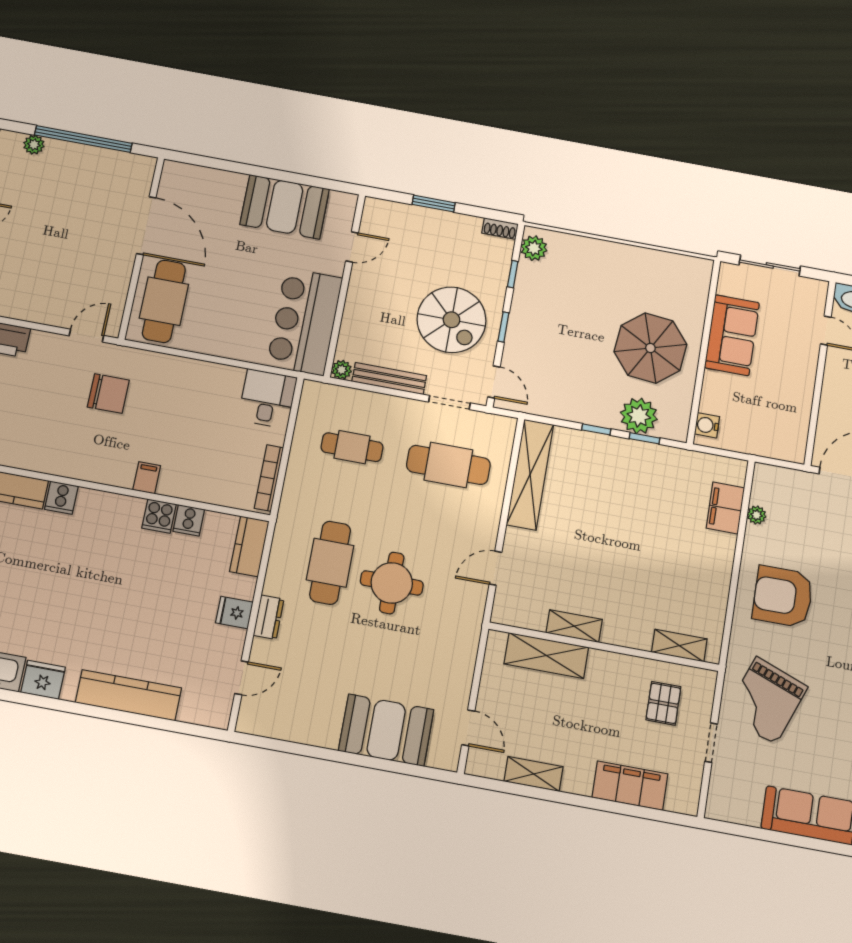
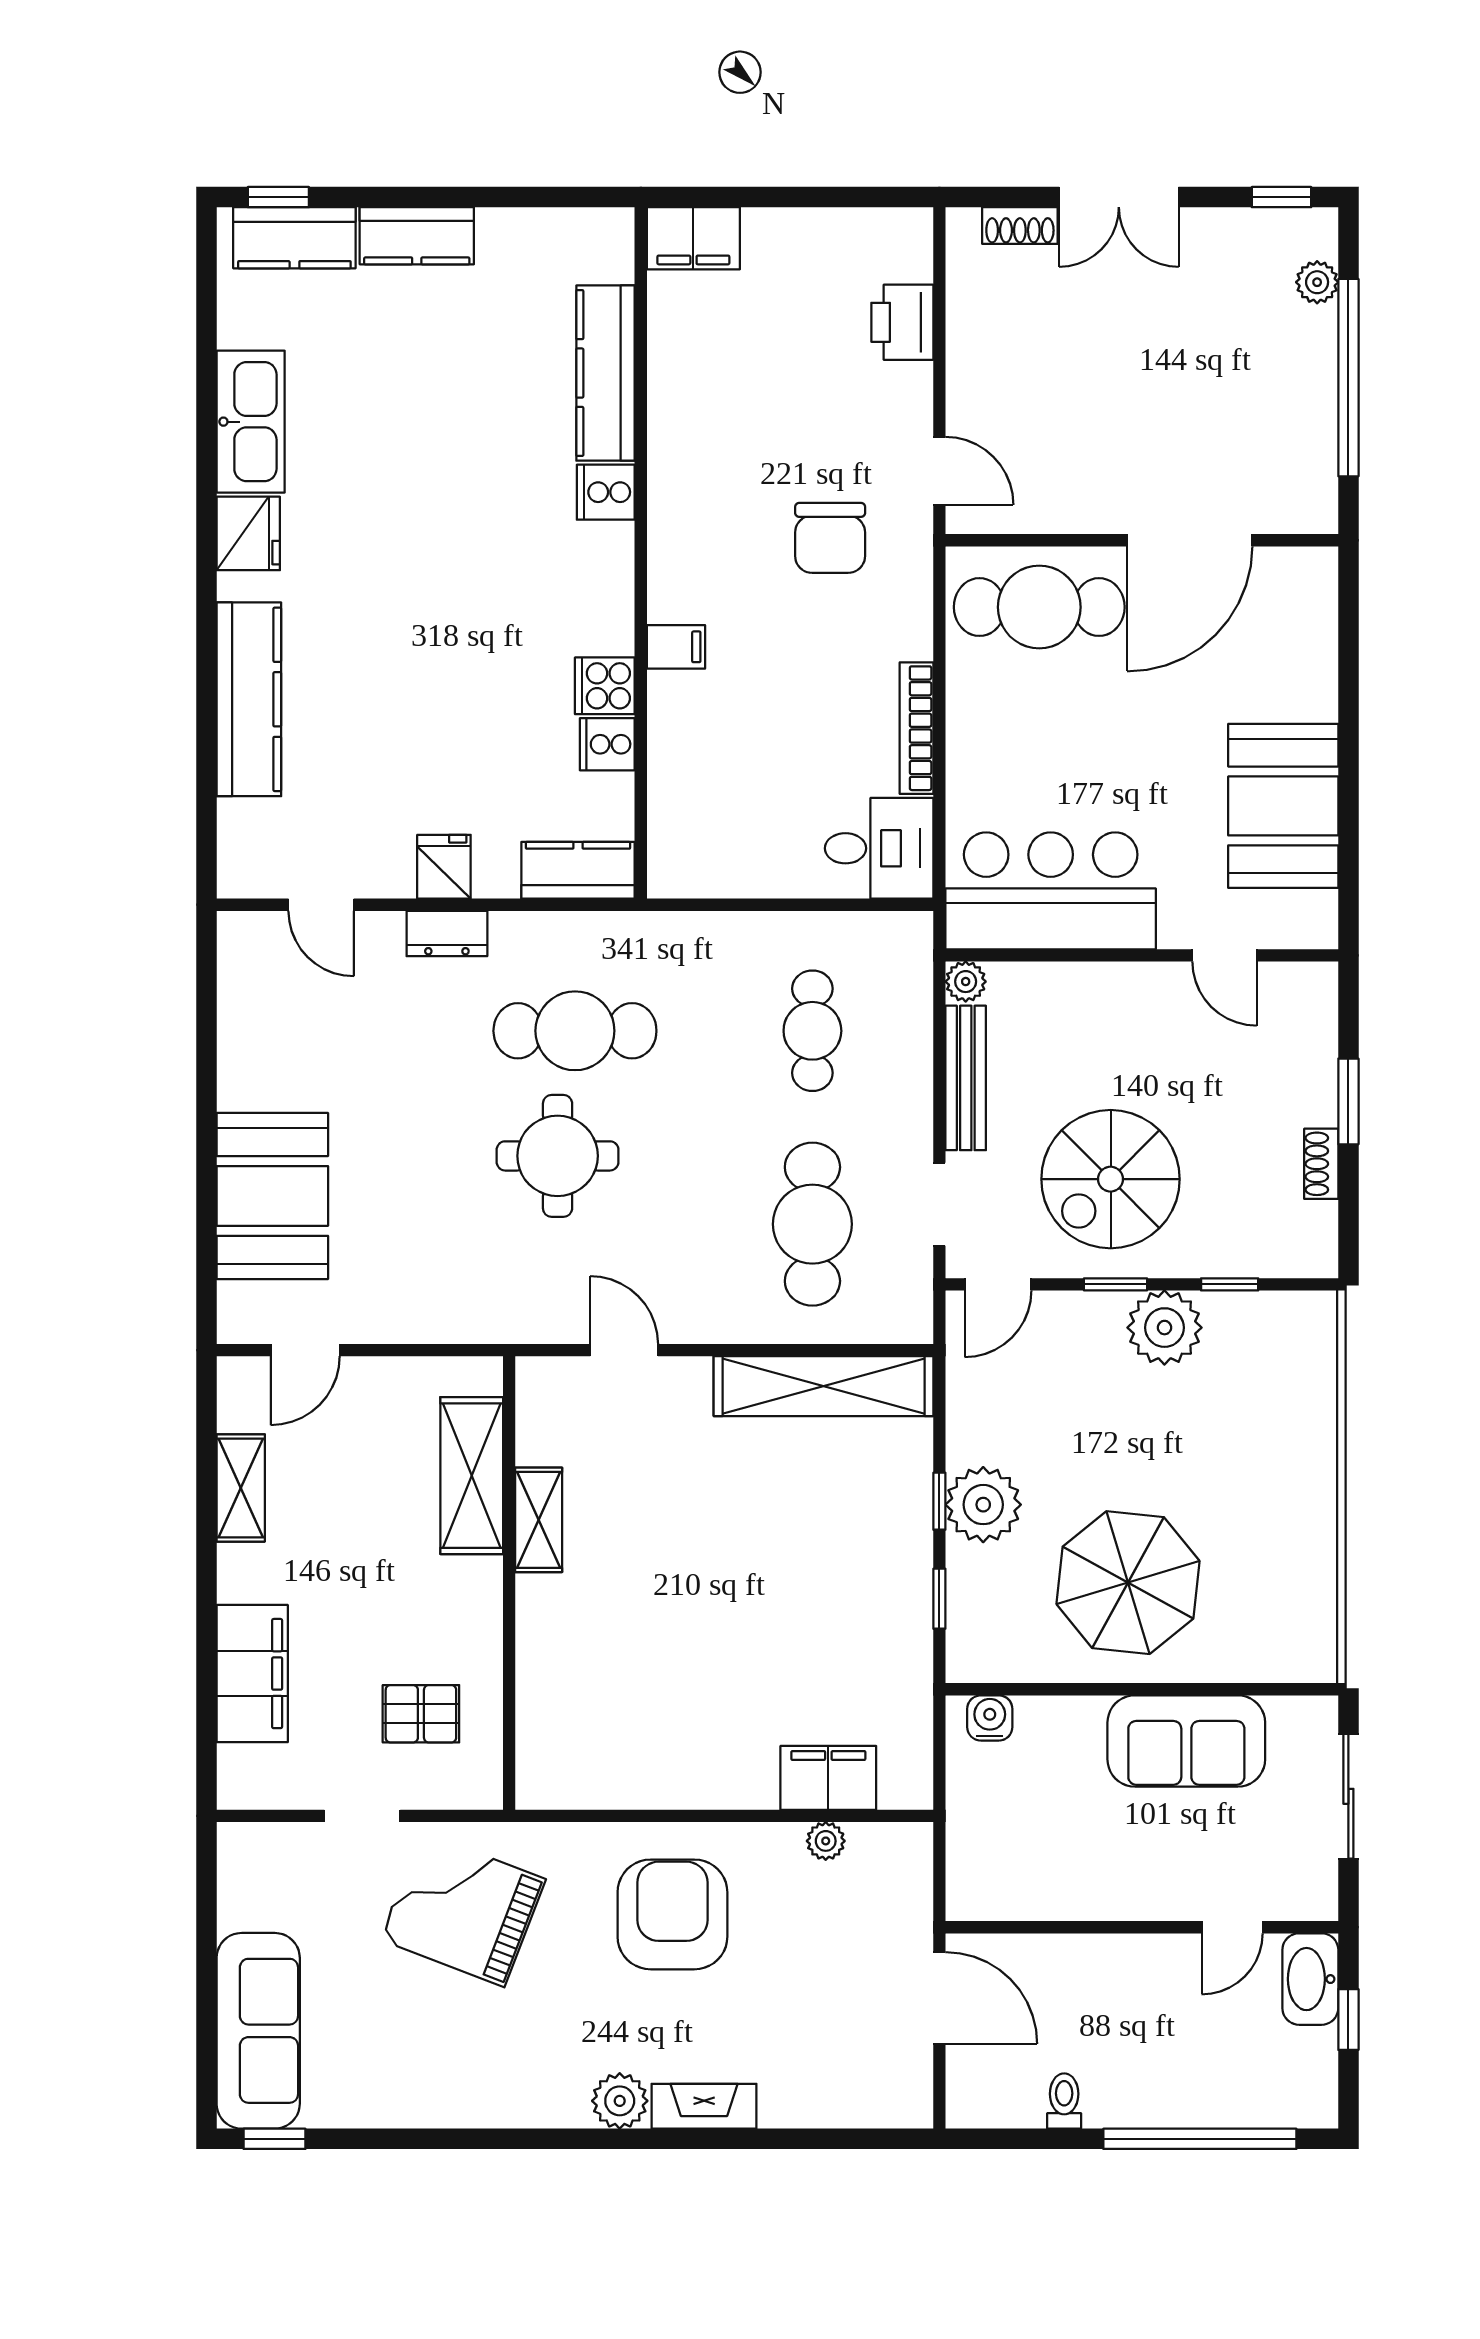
shoe rack: (500, 229) -> (1321, 1164), moved
plant: (534, 248) -> (1164, 1328), moved, width x1.36, depth x1.36
plant: (639, 416) -> (983, 1505), moved
bookcase: (269, 478) -> (917, 728), moved, turned -90
shelving: (679, 646) -> (539, 1728), removed

